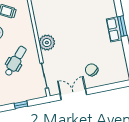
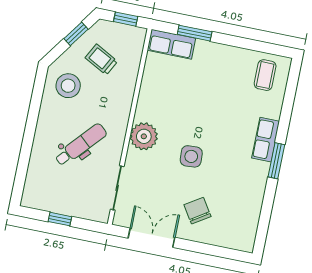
row of seats: (114, 29) -> (266, 140), moved
side table: (76, 43) -> (191, 156), added

